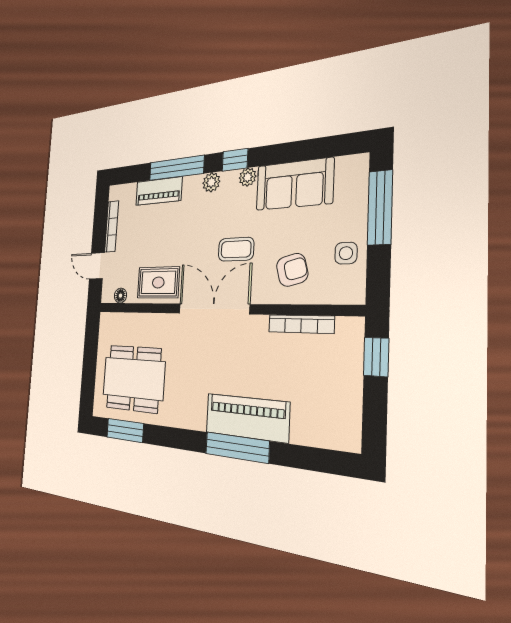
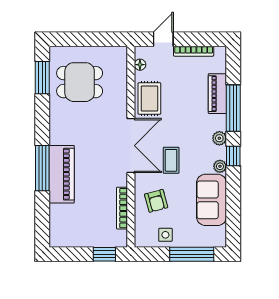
dining table: (134, 378) -> (80, 82), width x0.73

